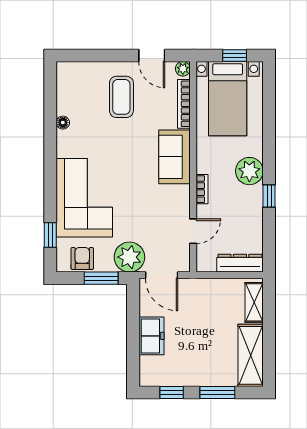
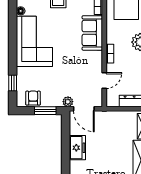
corner sofa: (84, 198) -> (34, 41), moved
plant: (129, 257) -> (68, 102), width x0.53, depth x0.53

